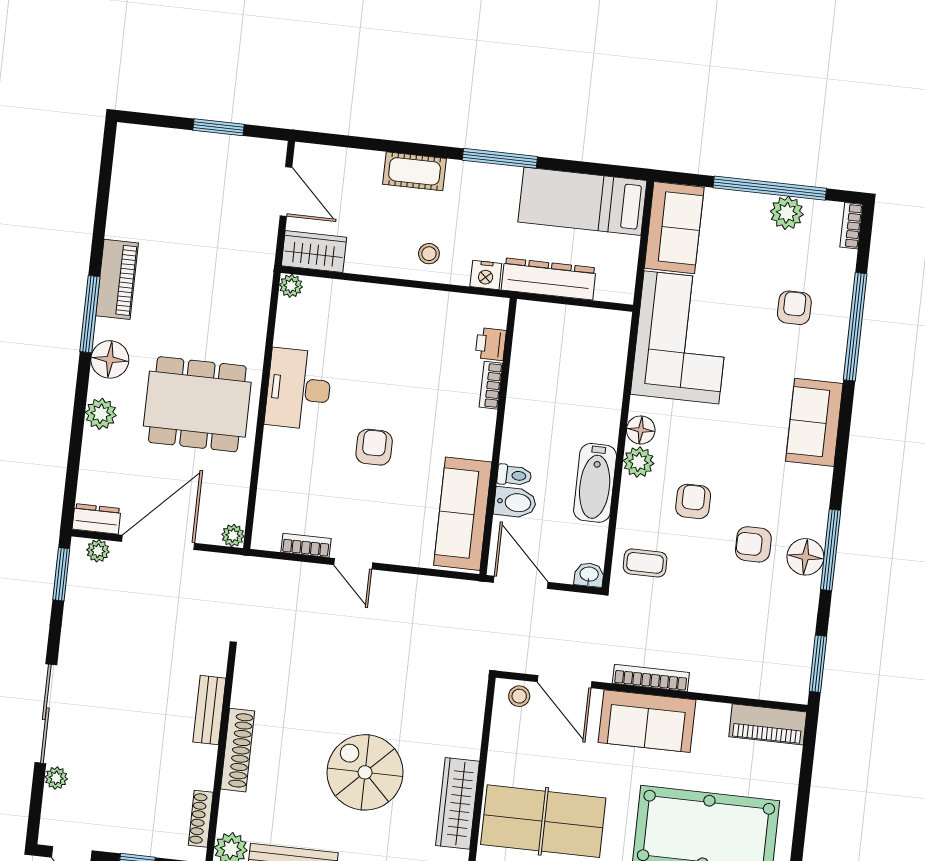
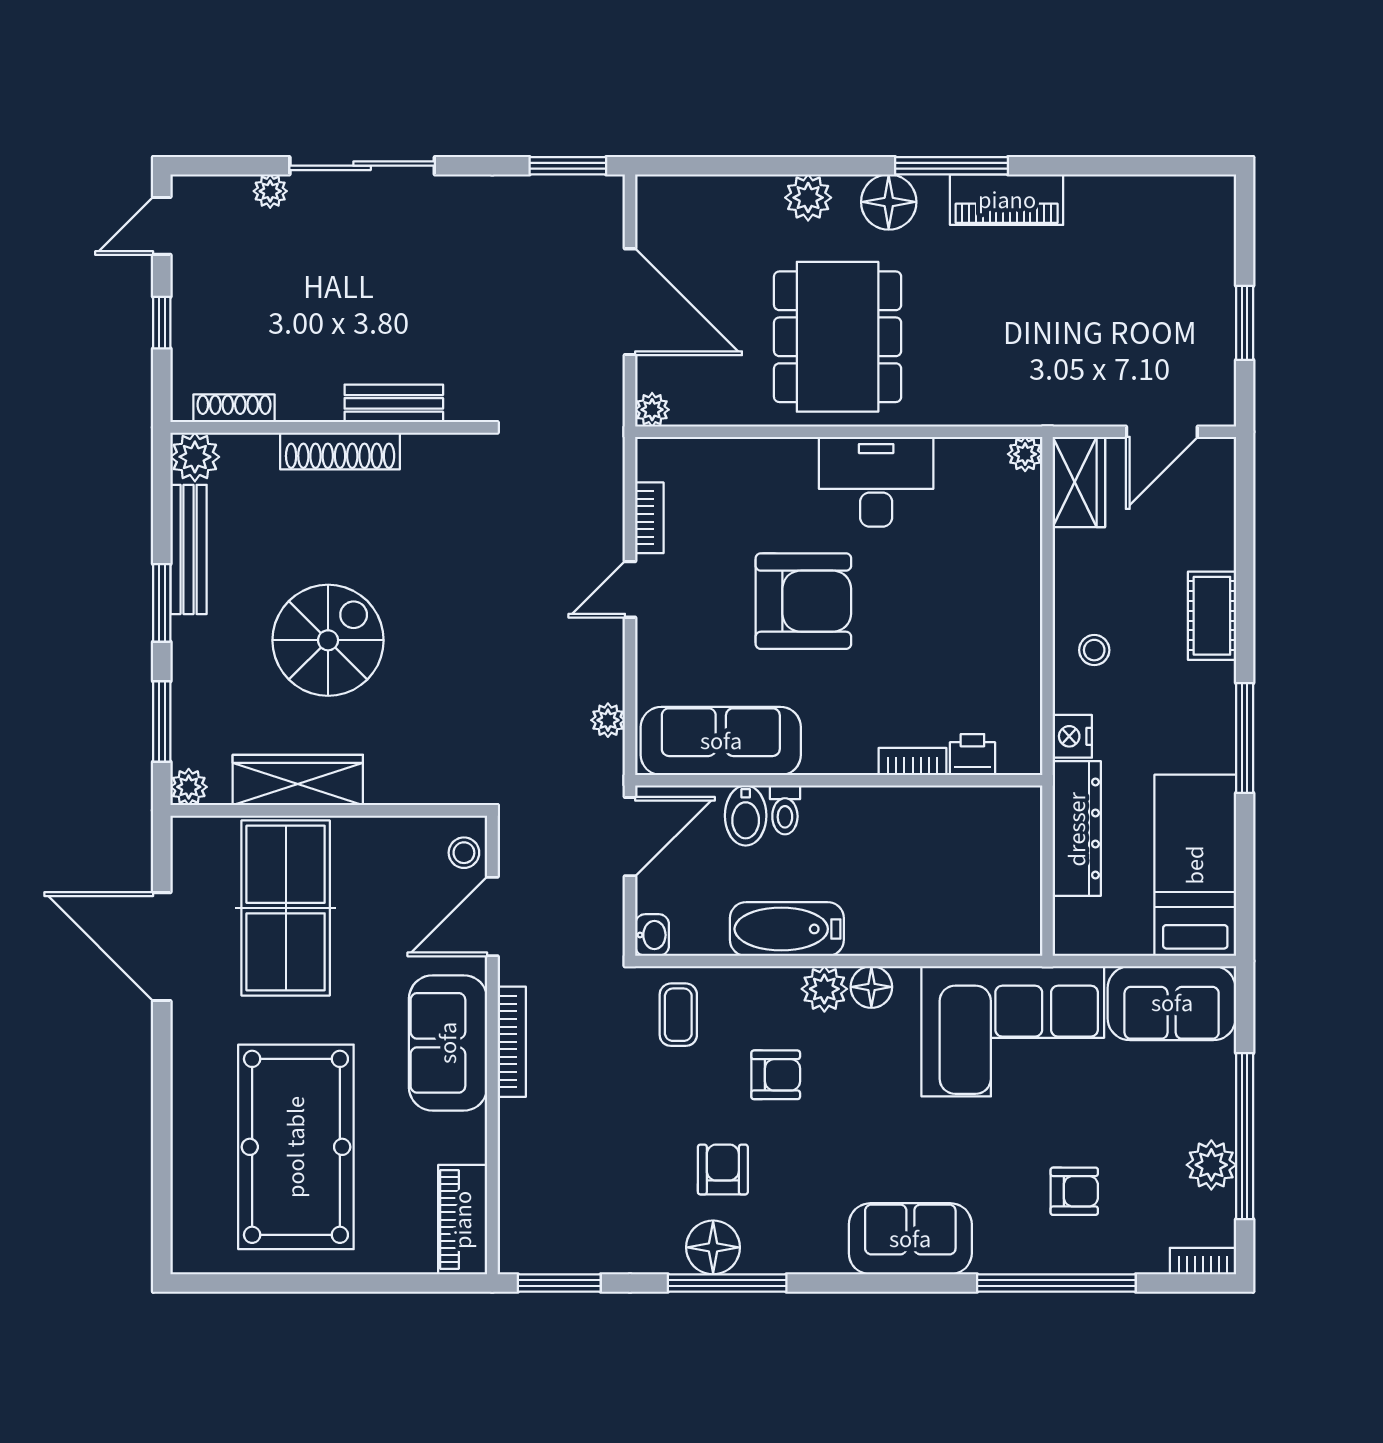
armchair: (374, 447) -> (803, 601), width x1.88, depth x1.88
dresser: (97, 519) -> (654, 208), removed
plant: (98, 551) -> (608, 720), moved

